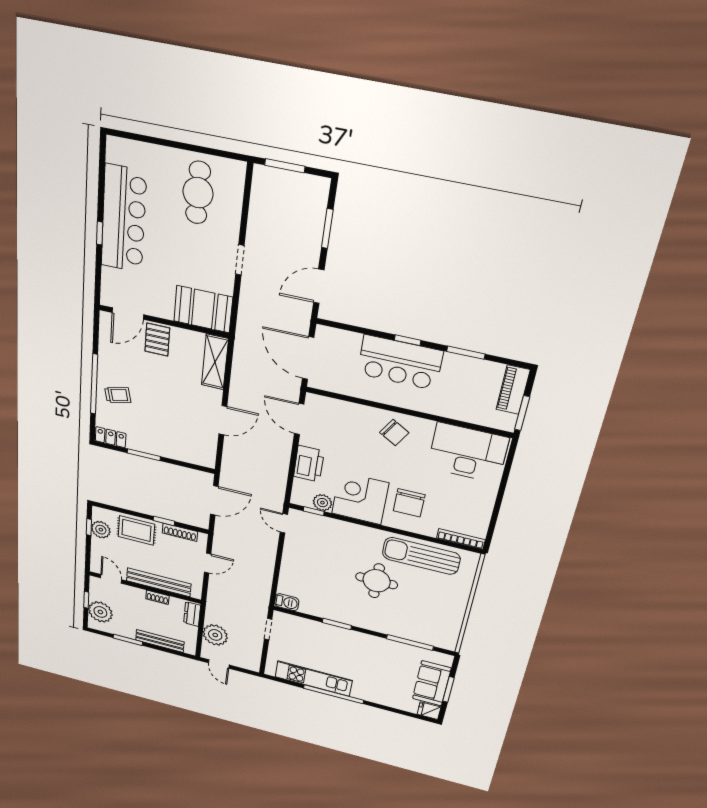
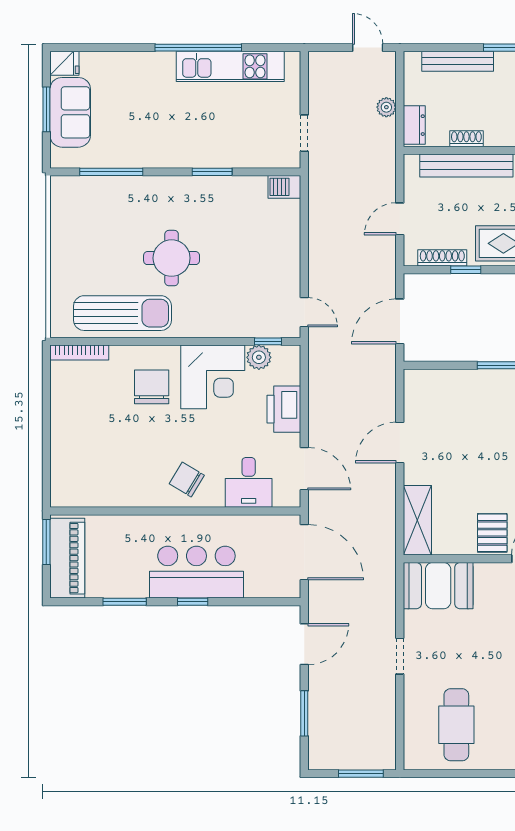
piano: (513, 390) -> (67, 558), width x1.37, depth x1.33
desk: (468, 453) -> (249, 482), moved, width x0.53, depth x0.77
plant: (215, 635) -> (386, 107), width x0.53, depth x0.53

